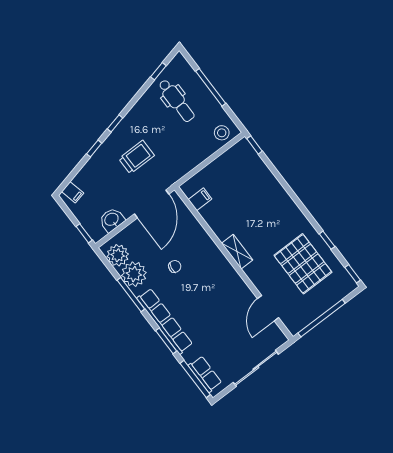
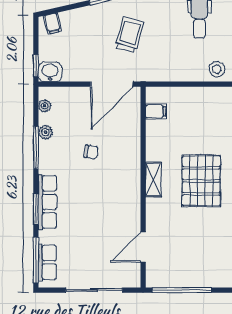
trolley: (136, 157) -> (129, 35), turned -74
washbasin: (112, 220) -> (50, 72), moved
plant: (118, 255) -> (45, 106), width x0.53, depth x0.53
pallet: (303, 264) -> (201, 181), moved
plant: (134, 274) -> (46, 132), width x0.53, depth x0.53
row of seats: (165, 321) -> (47, 202), width x0.73

